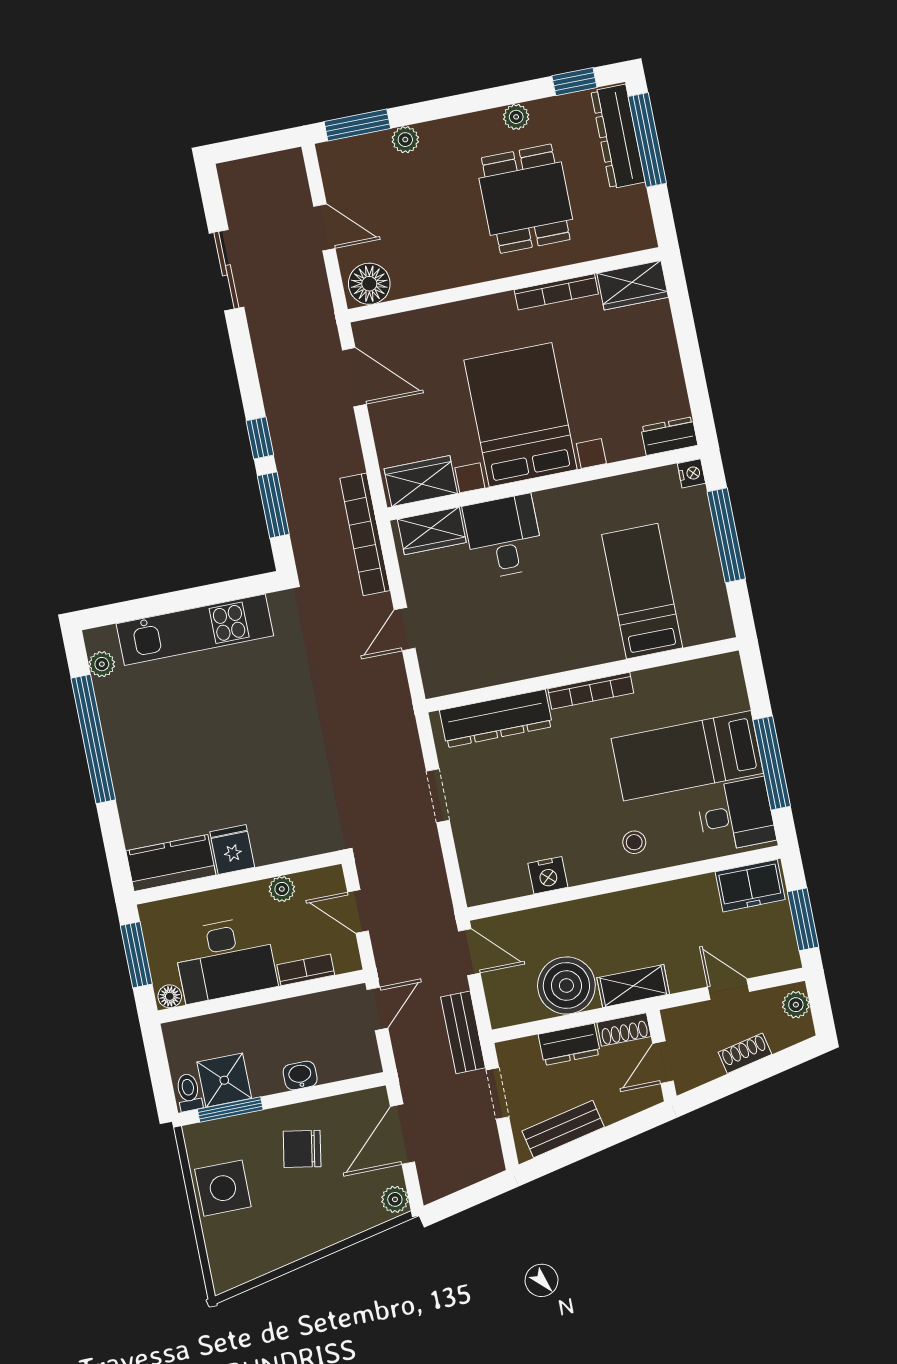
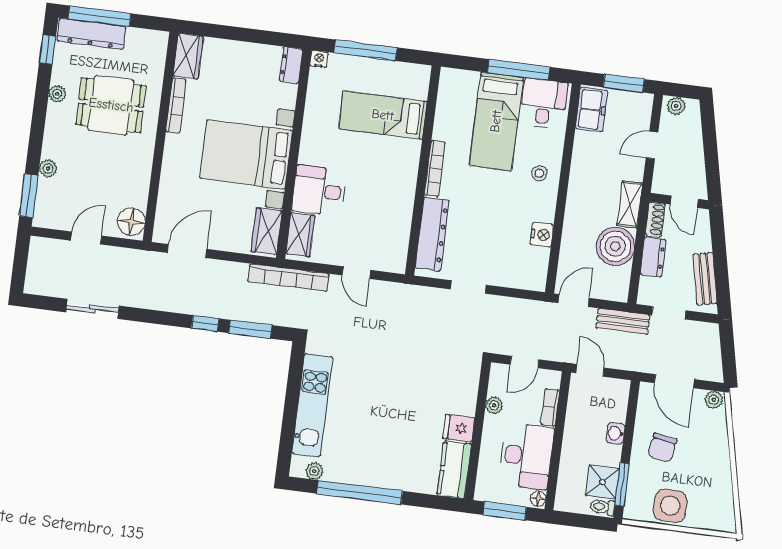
shoe rack: (745, 1053) -> (696, 148), removed

